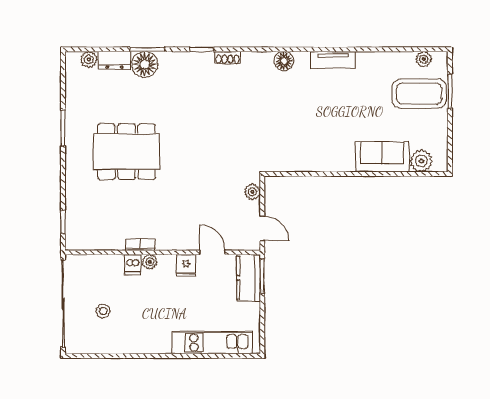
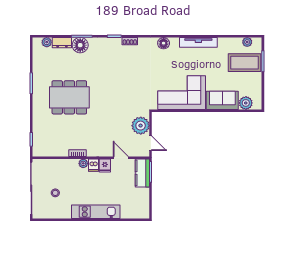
tv unit: (333, 60) -> (198, 42), width x1.41
corner sofa: (314, 144) -> (182, 93), added
plant: (252, 192) -> (141, 126), width x1.87, depth x1.87
dishwasher: (133, 265) -> (94, 165), moved
kitchen unit: (212, 343) -> (96, 212), moved

